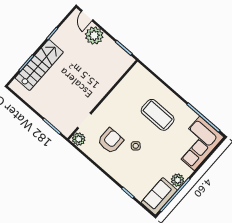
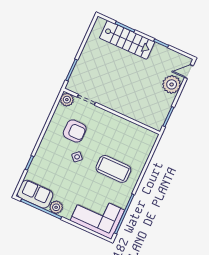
coffee table: (158, 115) -> (113, 169), turned 90

